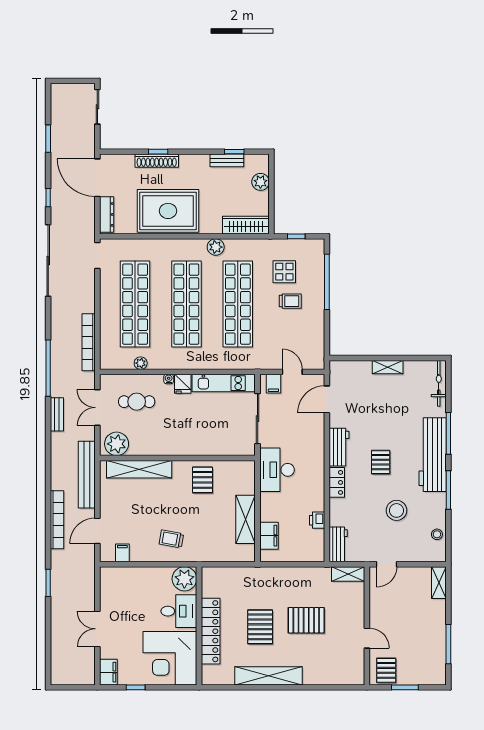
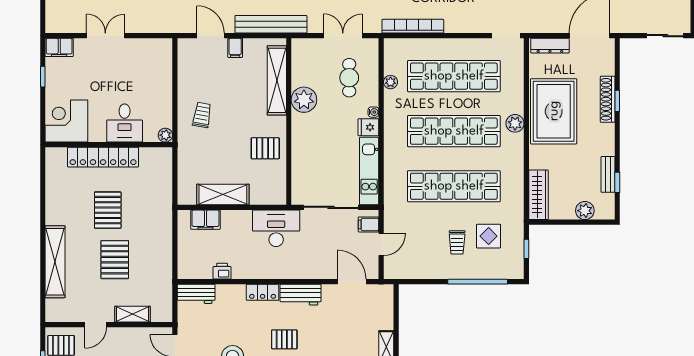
plant: (216, 247) -> (515, 123), moved
plant: (117, 444) -> (304, 100), moved
filing cabinet: (122, 553) -> (235, 48), moved, turned 90
shelving: (348, 574) -> (133, 314), moved, turned 90
plant: (184, 579) -> (165, 135), width x0.53, depth x0.53
pallet: (260, 627) -> (108, 210), turned 90
corner desk: (170, 658) -> (66, 121), width x0.74, depth x0.74
shelving: (268, 676) -> (55, 262), moved

